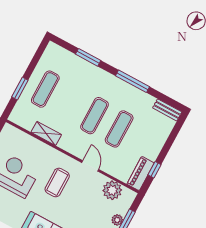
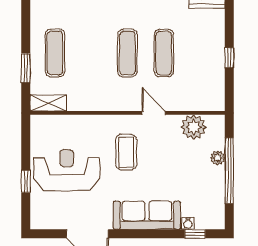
shelving: (46, 133) -> (48, 103), moved
window: (154, 170) -> (229, 58), moved
piano: (141, 174) -> (216, 91), removed

